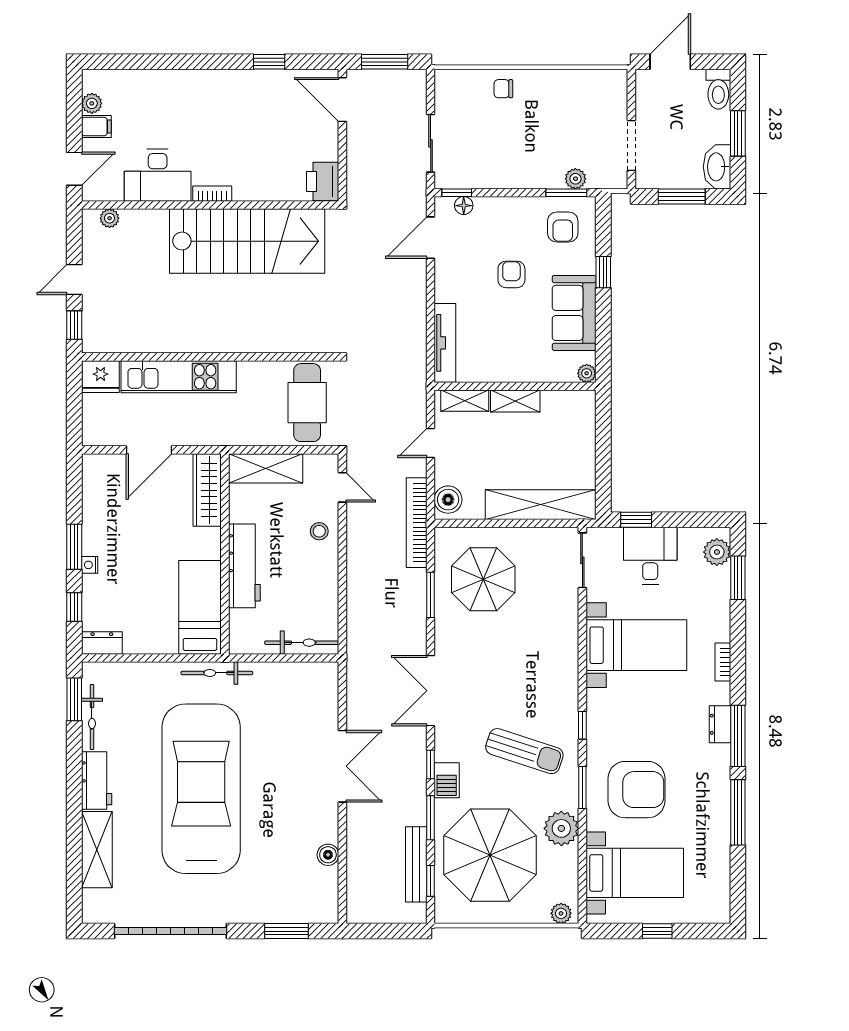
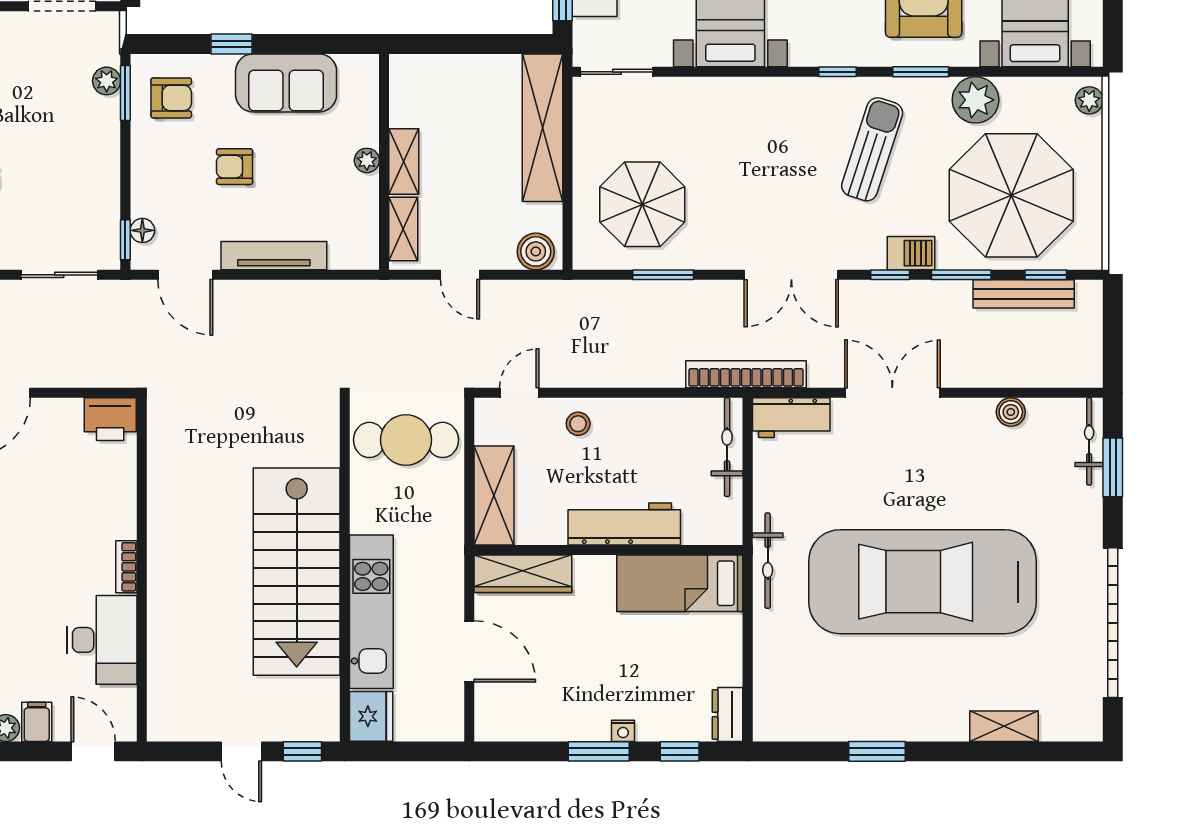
plant: (110, 218) -> (159, 704), removed
stairs: (247, 241) -> (297, 572), moved, turned 180
tv unit: (445, 343) -> (274, 256), moved
plant: (587, 373) -> (367, 160), moved
bookcase: (417, 523) -> (746, 374), moved, turned 180
window: (74, 699) -> (877, 751), moved
bicycle: (92, 717) -> (1089, 441), moved, turned -90
workbench: (97, 781) -> (791, 418), moved, turned 180
shelving: (97, 850) -> (1004, 726), width x0.67, depth x0.75

